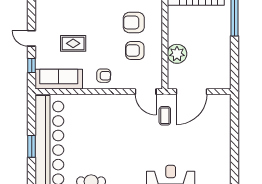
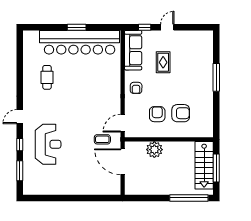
armchair: (134, 23) -> (181, 113), turned 90

